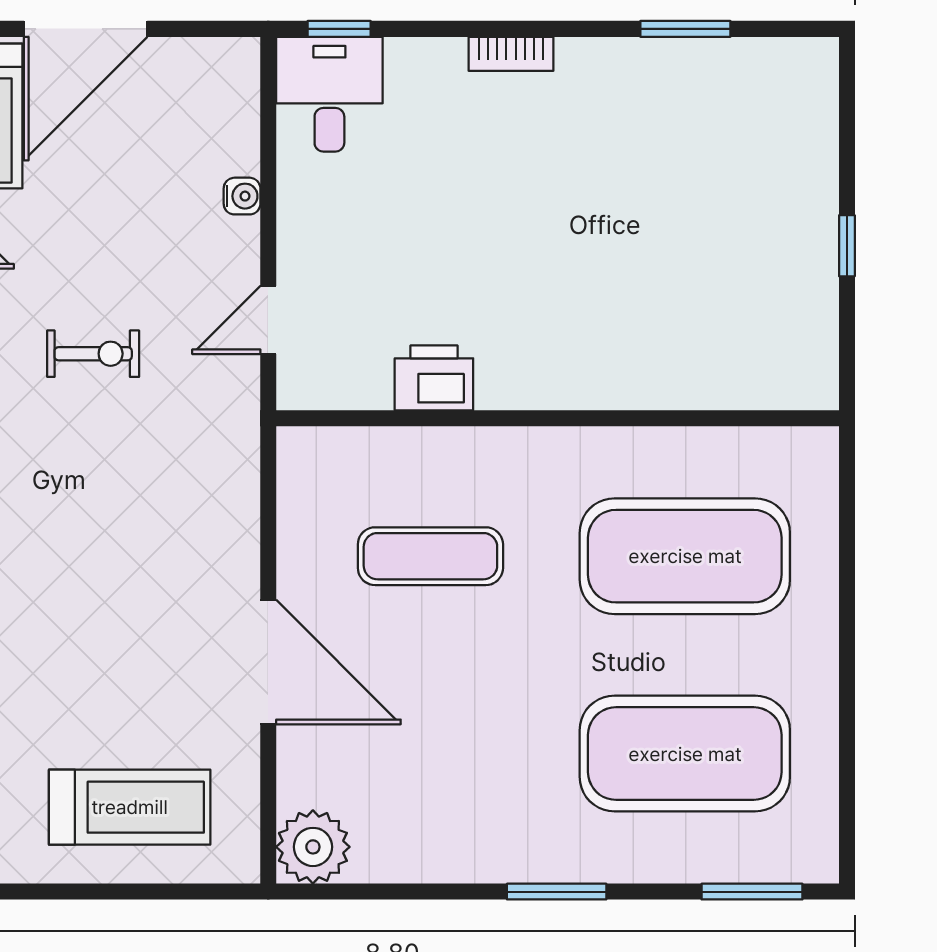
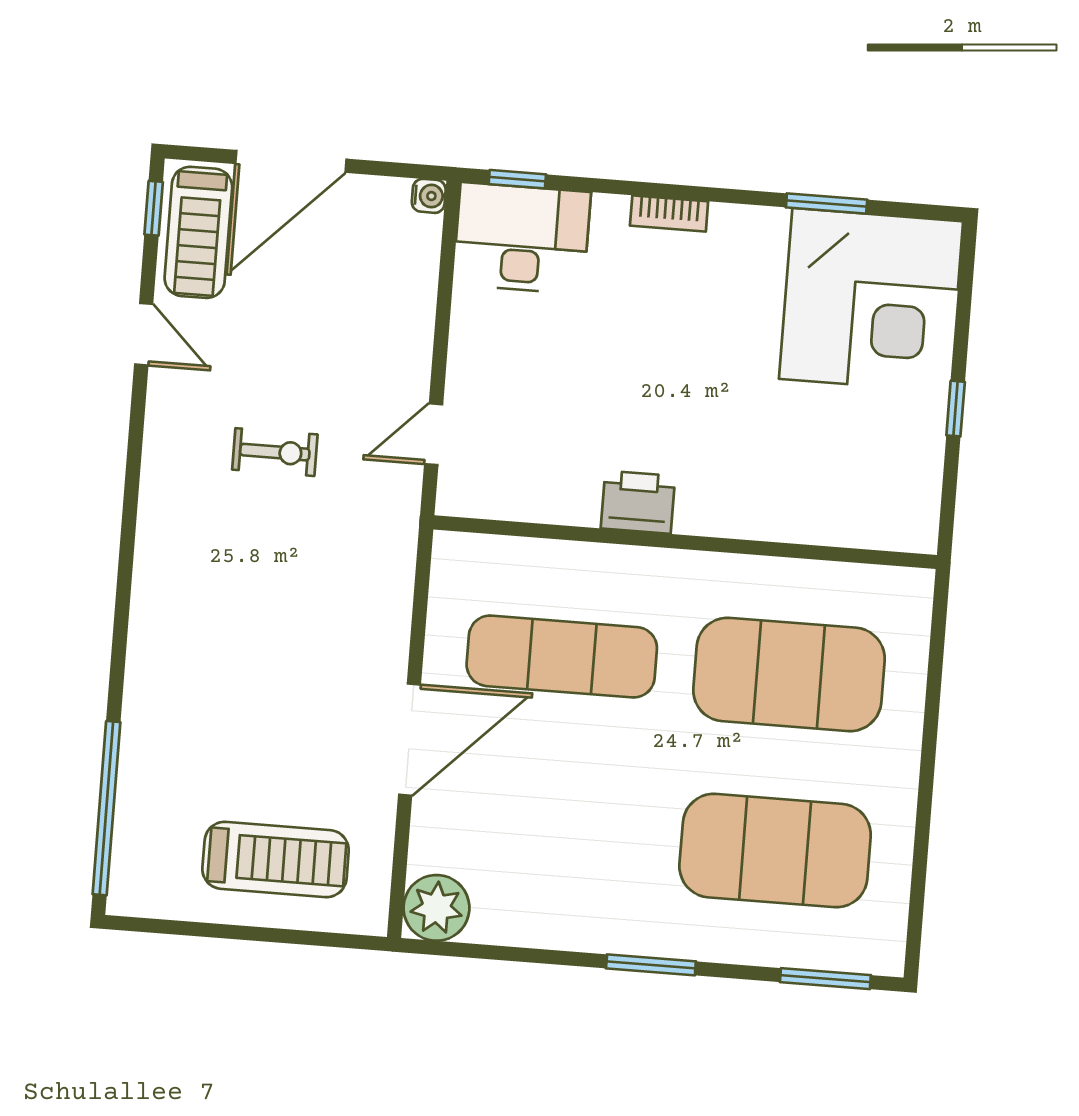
desk: (329, 94) -> (522, 238), width x1.37
corner desk: (743, 132) -> (871, 300), added
water cooler: (242, 196) -> (429, 196), moved
printer: (434, 378) -> (638, 502), moved
exercise mat: (430, 556) -> (562, 657), width x1.36, depth x1.45
door: (268, 662) -> (410, 740), hinge flipped

